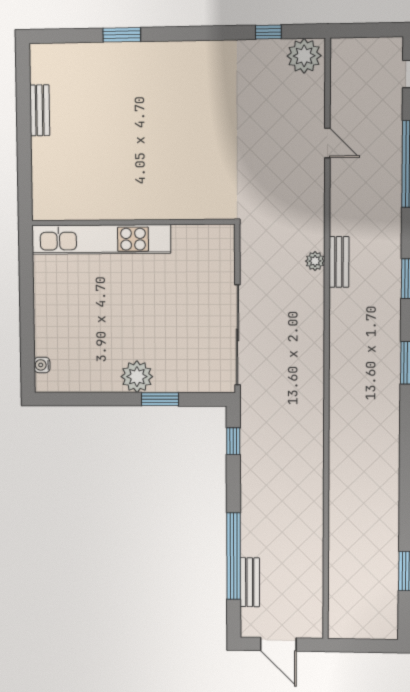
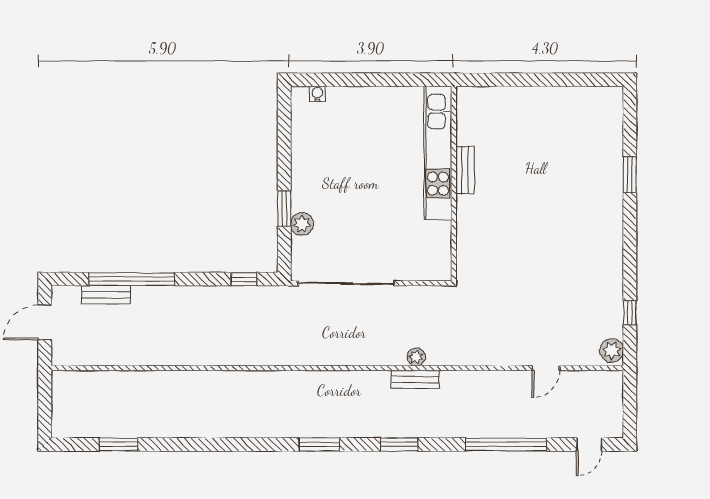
plant: (304, 56) -> (612, 350), width x0.73, depth x0.73
bench: (40, 110) -> (465, 170), moved, turned 90
door: (327, 143) -> (546, 368), moved
plant: (137, 377) -> (302, 224), moved, width x0.73, depth x0.73

